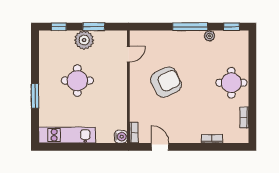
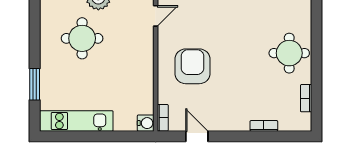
round table: (77, 81) -> (82, 38), moved
armchair: (166, 82) -> (192, 66), moved, turned -64
window: (35, 96) -> (35, 84), moved

